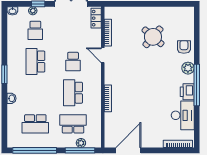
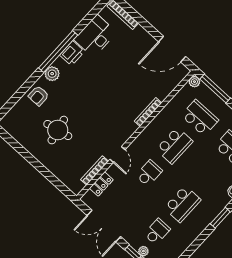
locker: (96, 18) -> (101, 184), moved
round table: (153, 37) -> (58, 130), turned 37
school desk: (73, 124) -> (200, 118), turned 180
plant: (81, 143) -> (194, 82), moved

